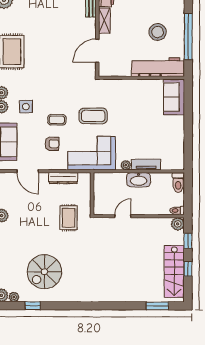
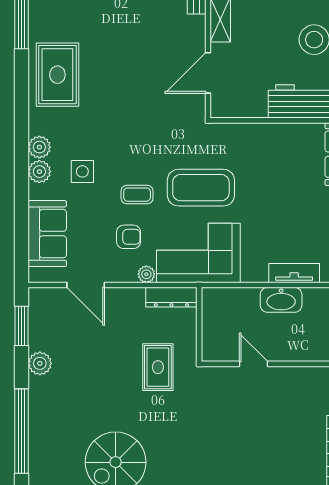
coffee table: (93, 116) -> (201, 188), width x1.36, depth x1.32
plant: (126, 165) -> (146, 274), moved
dresser: (63, 178) -> (171, 297), moved
door: (123, 216) -> (254, 364), hinge flipped

